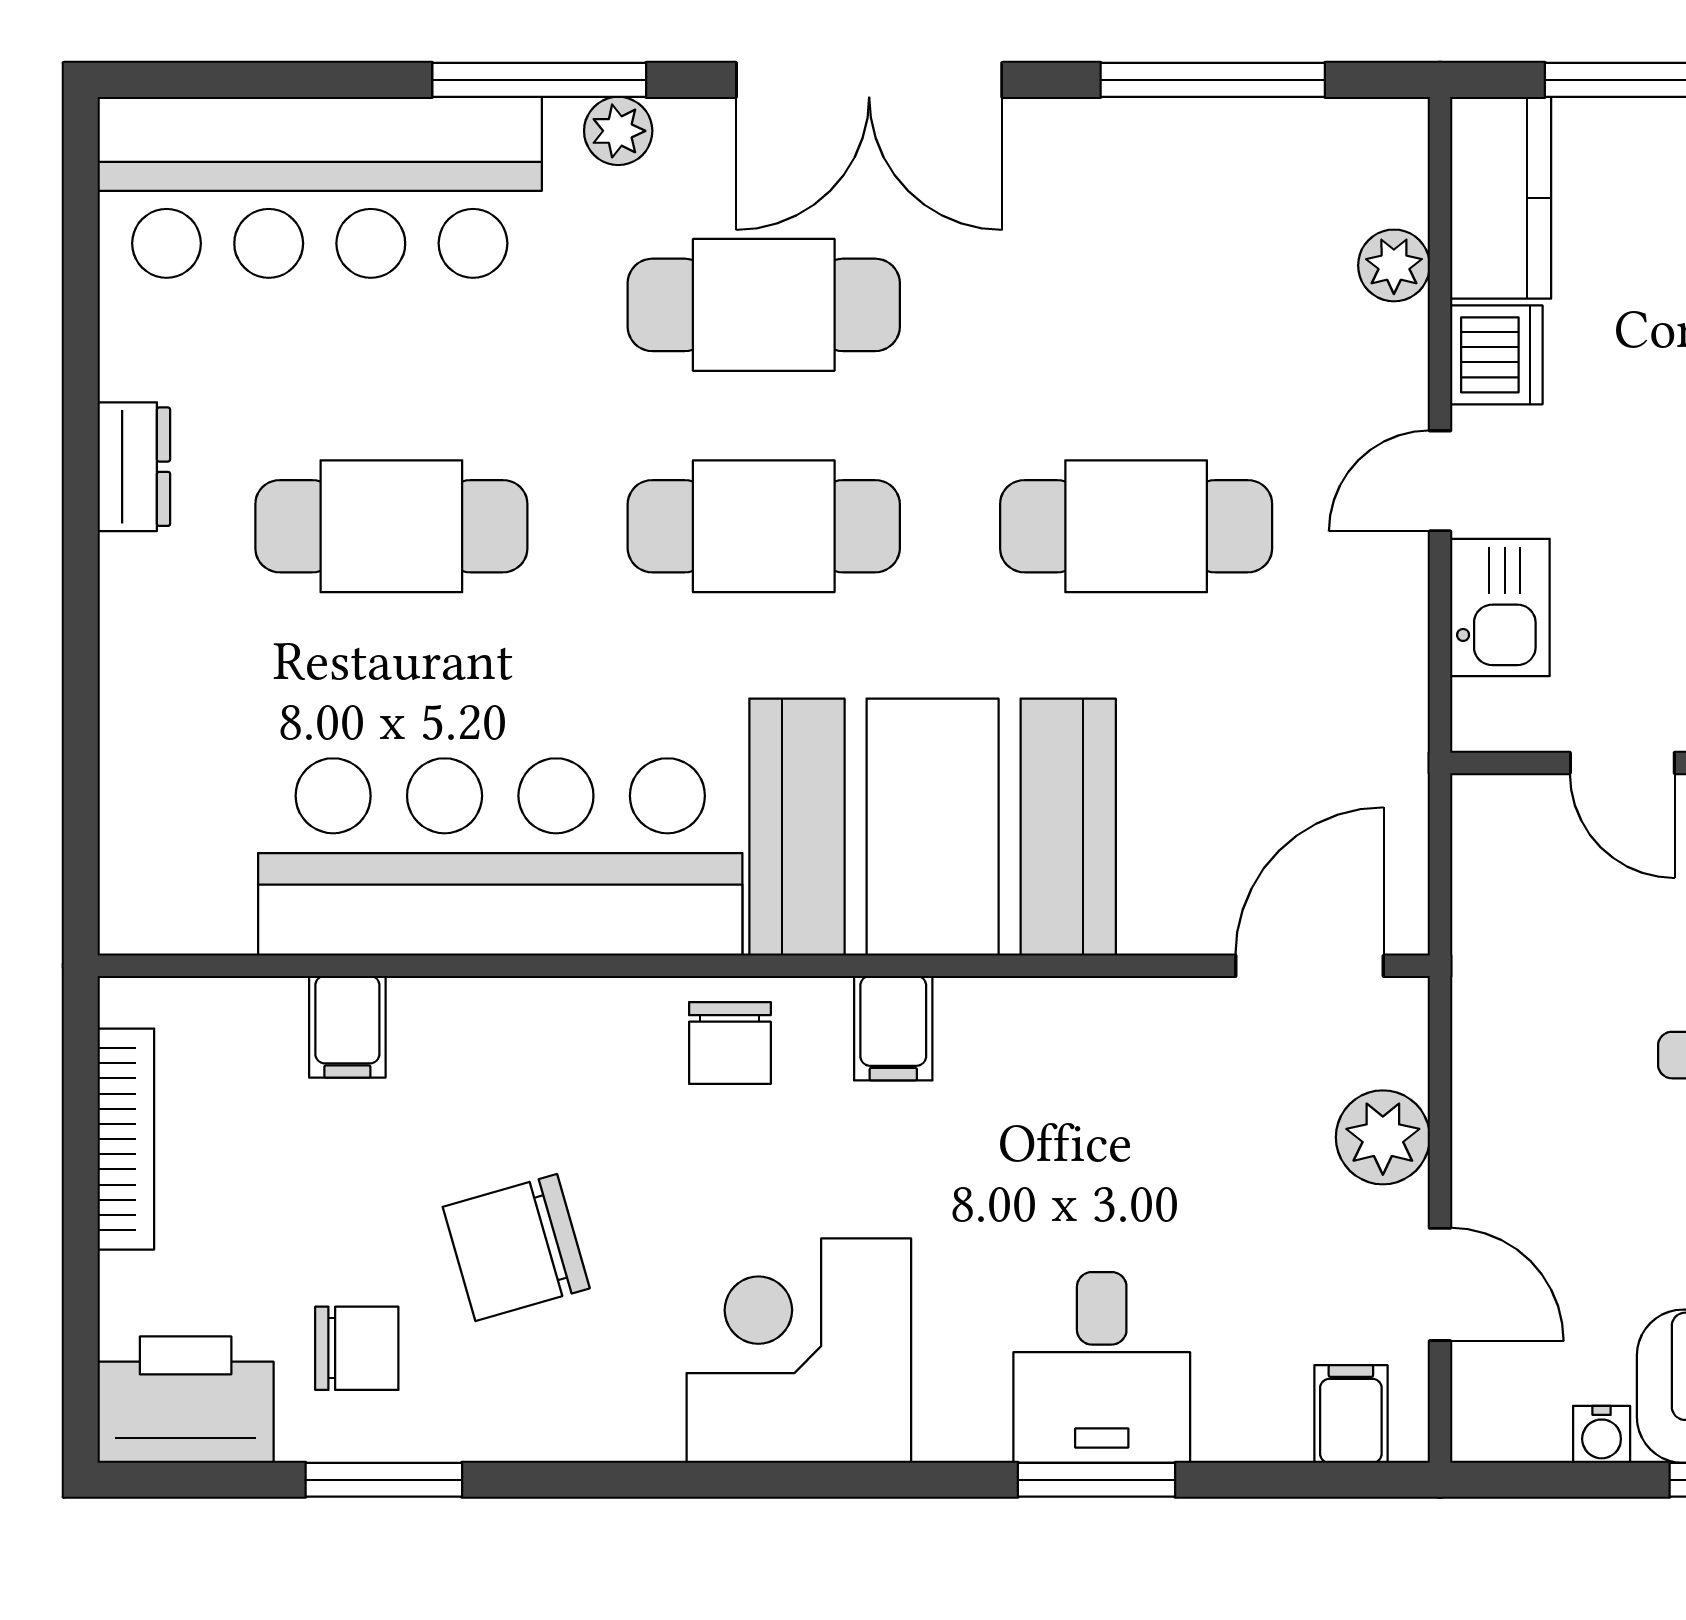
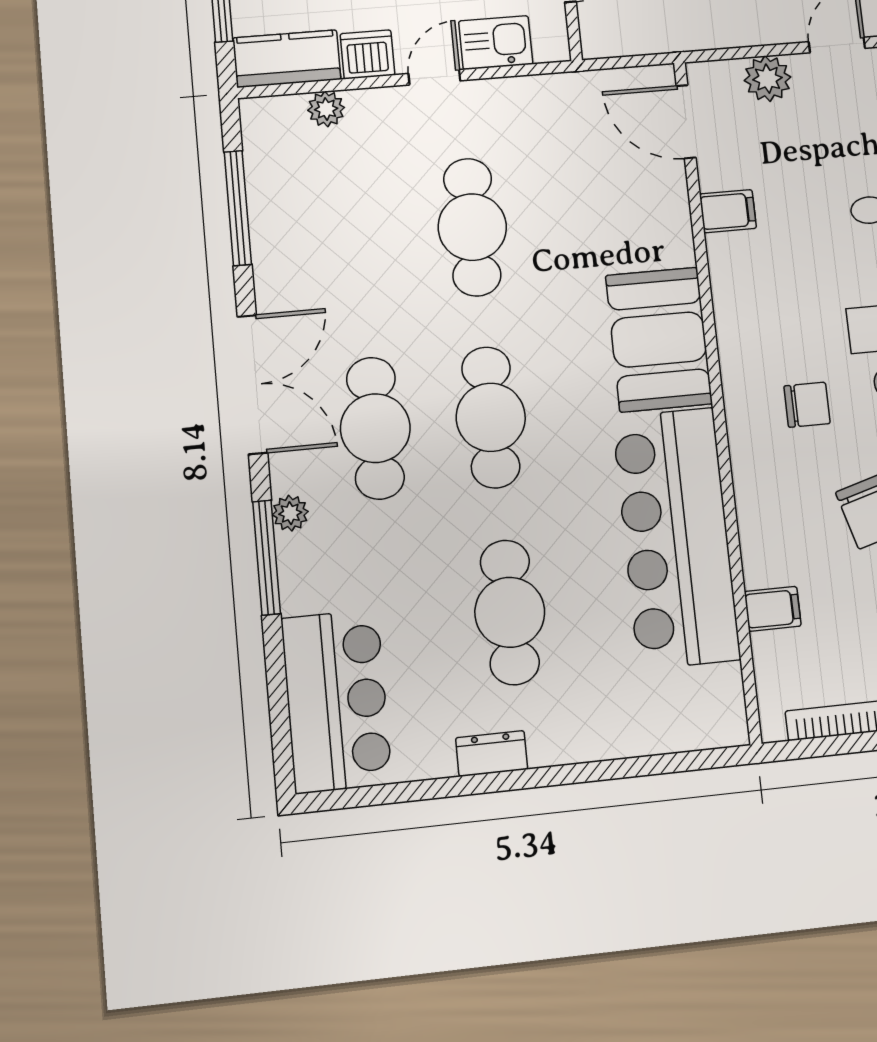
bar counter: (320, 187) -> (336, 701), width x0.73
door: (1440, 481) -> (434, 77), swing flipped
booth: (933, 827) -> (659, 339), width x0.73, depth x0.70
filing cabinet: (893, 1028) -> (728, 211), moved
chair: (730, 1043) -> (807, 405), moved

